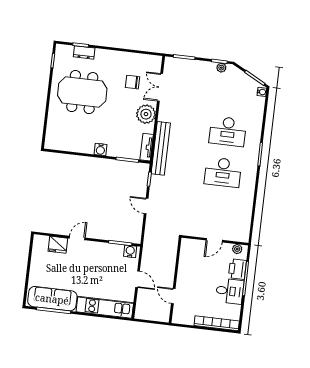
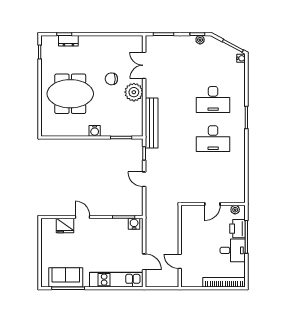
chair: (132, 82) -> (111, 79), moved
meeting table: (82, 92) -> (70, 94), moved
tv unit: (147, 147) -> (138, 123), removed
door: (77, 238) -> (83, 217), hinge flipped
door: (138, 279) -> (144, 262), moved
sofa: (52, 299) -> (66, 277), width x0.73

